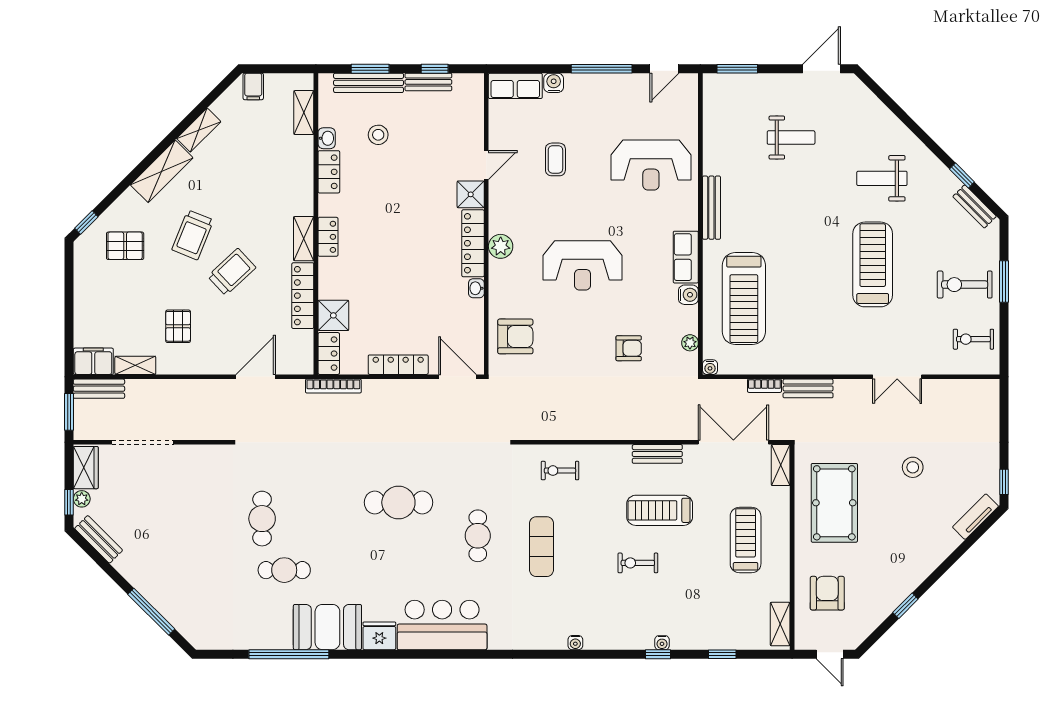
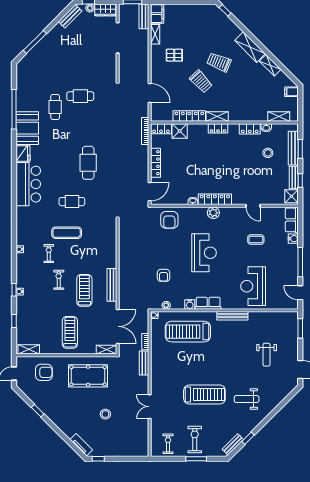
weight bench: (882, 178) -> (247, 399), turned -90
shower: (471, 194) -> (291, 196), moved
pallet: (125, 246) -> (214, 29), removed
reception desk: (583, 265) -> (204, 253), turned 180
bench: (657, 454) -> (112, 285), width x1.36
exercise bike: (560, 471) -> (49, 254), moved
treadmill: (746, 540) -> (70, 332), turned -90

